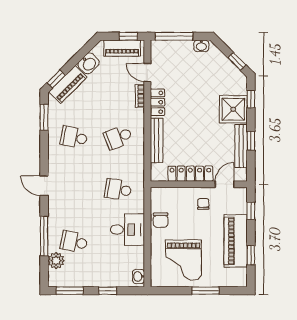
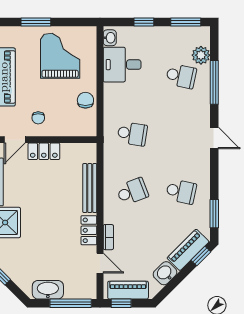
washbasin: (201, 46) -> (48, 290), width x1.91, depth x1.45
locker: (190, 174) -> (44, 151), width x0.66
desk: (127, 230) -> (122, 65), moved

